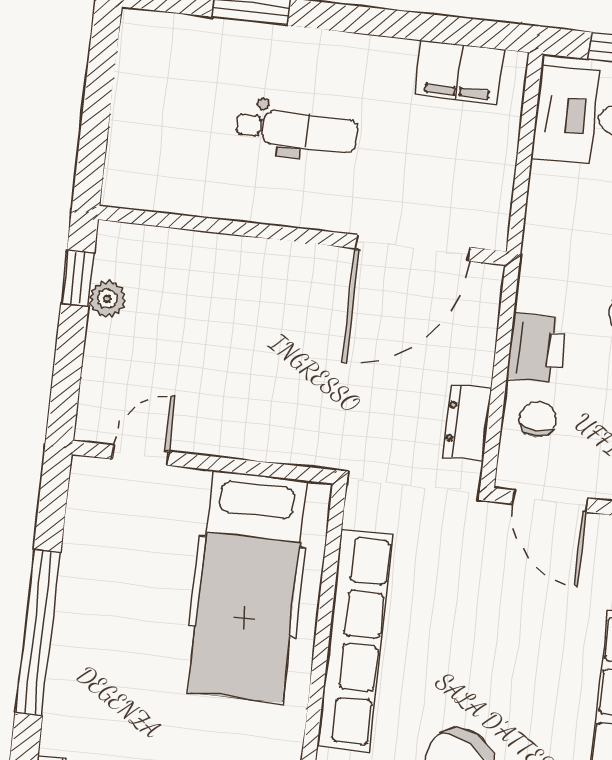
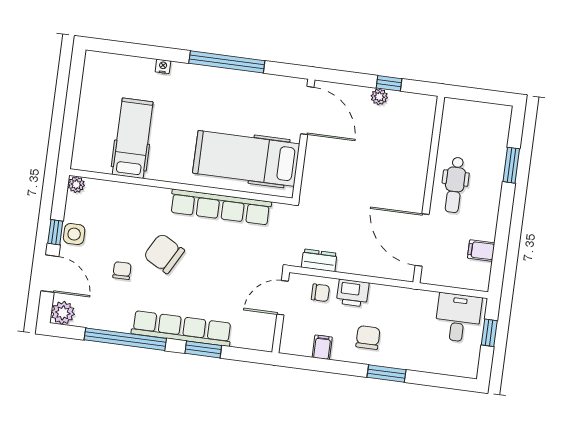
filing cabinet: (459, 72) -> (481, 251), width x0.50
wall: (302, 235) -> (429, 190), moved
door: (413, 248) -> (422, 240), moved
door: (140, 455) -> (307, 110), width x1.88

